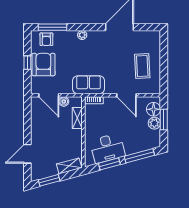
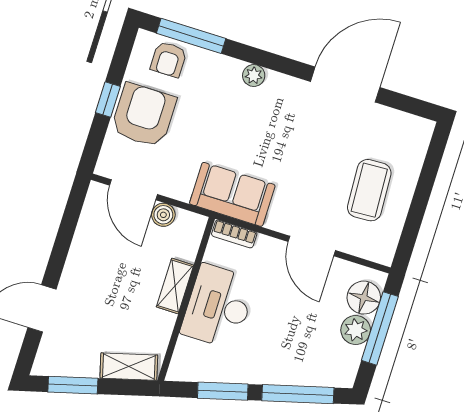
shelving: (77, 118) -> (175, 286), moved
window: (164, 119) -> (380, 328), width x1.44
desk: (107, 148) -> (218, 306), moved, turned 105

